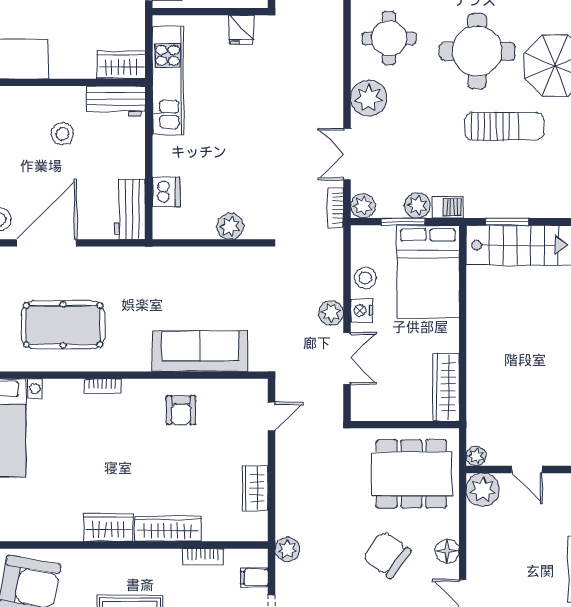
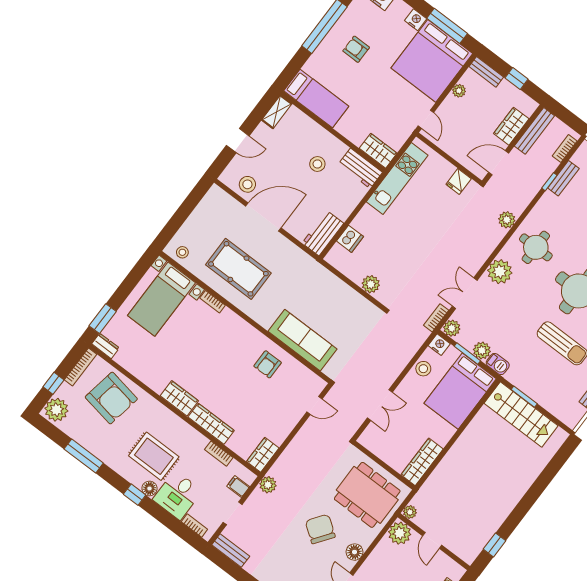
nightstand: (362, 311) -> (439, 345), moved, turned 90
plant: (331, 313) -> (507, 220), moved
bookcase: (102, 386) -> (213, 302), moved
wardrobe: (255, 488) -> (263, 455), moved

